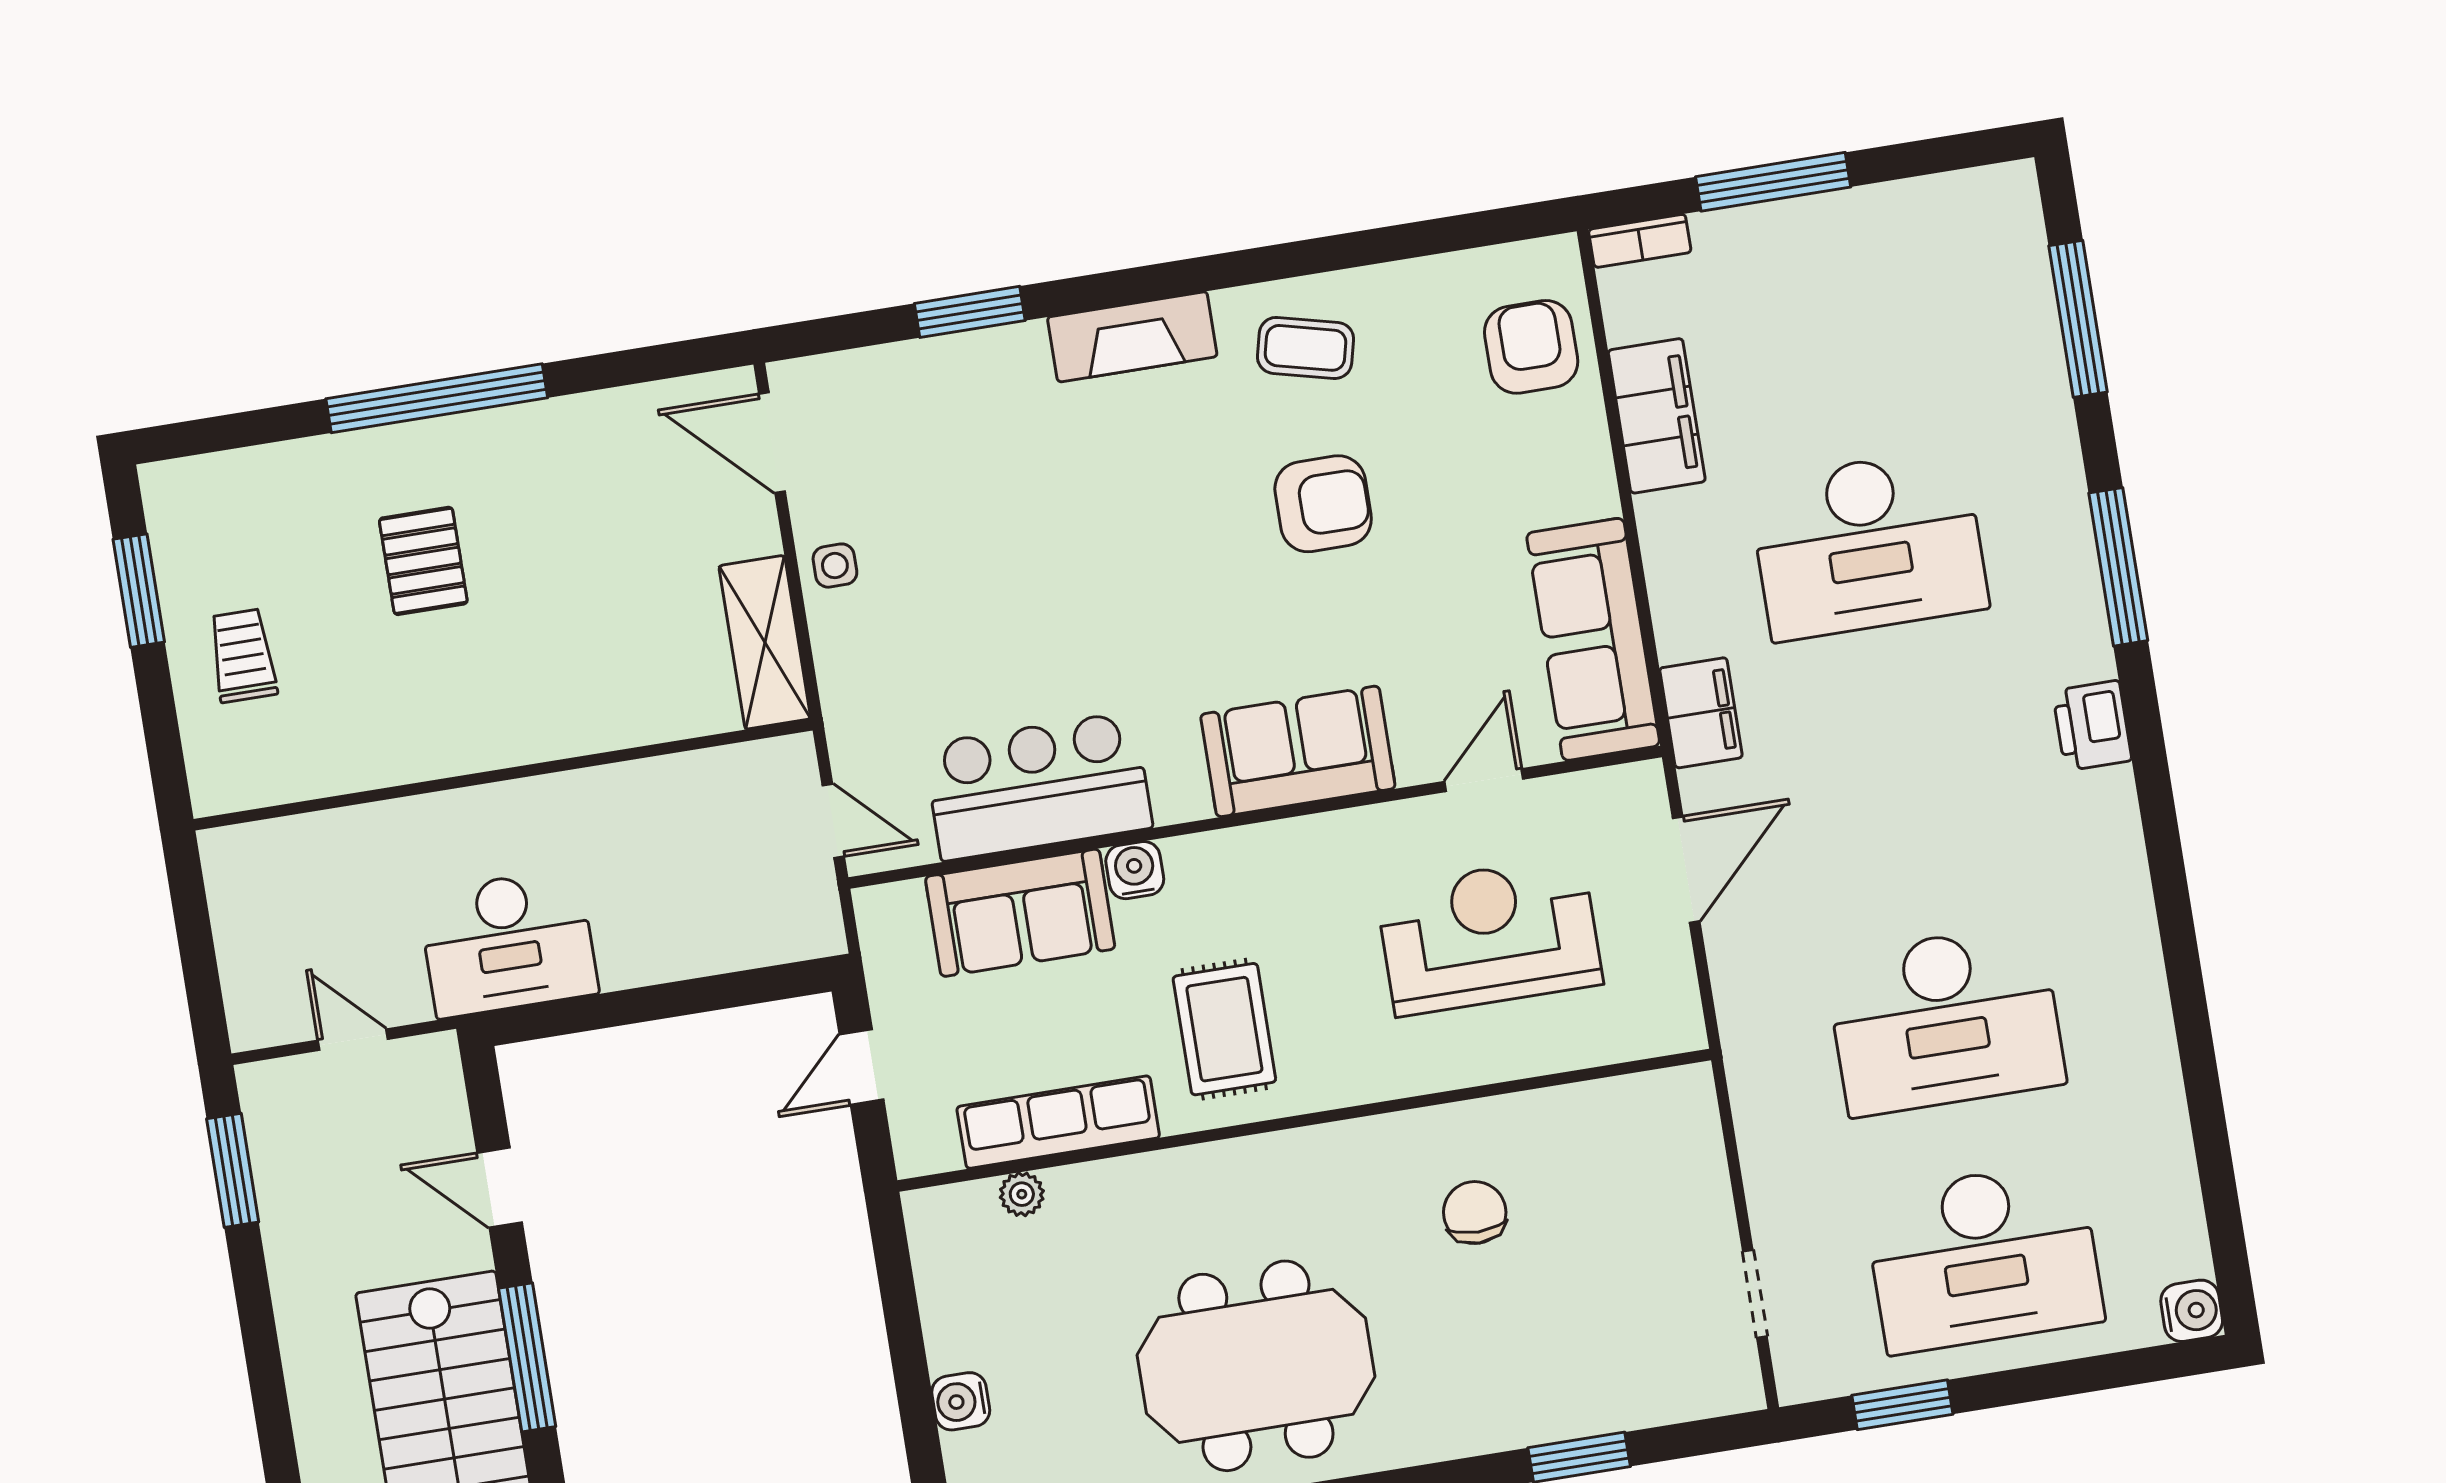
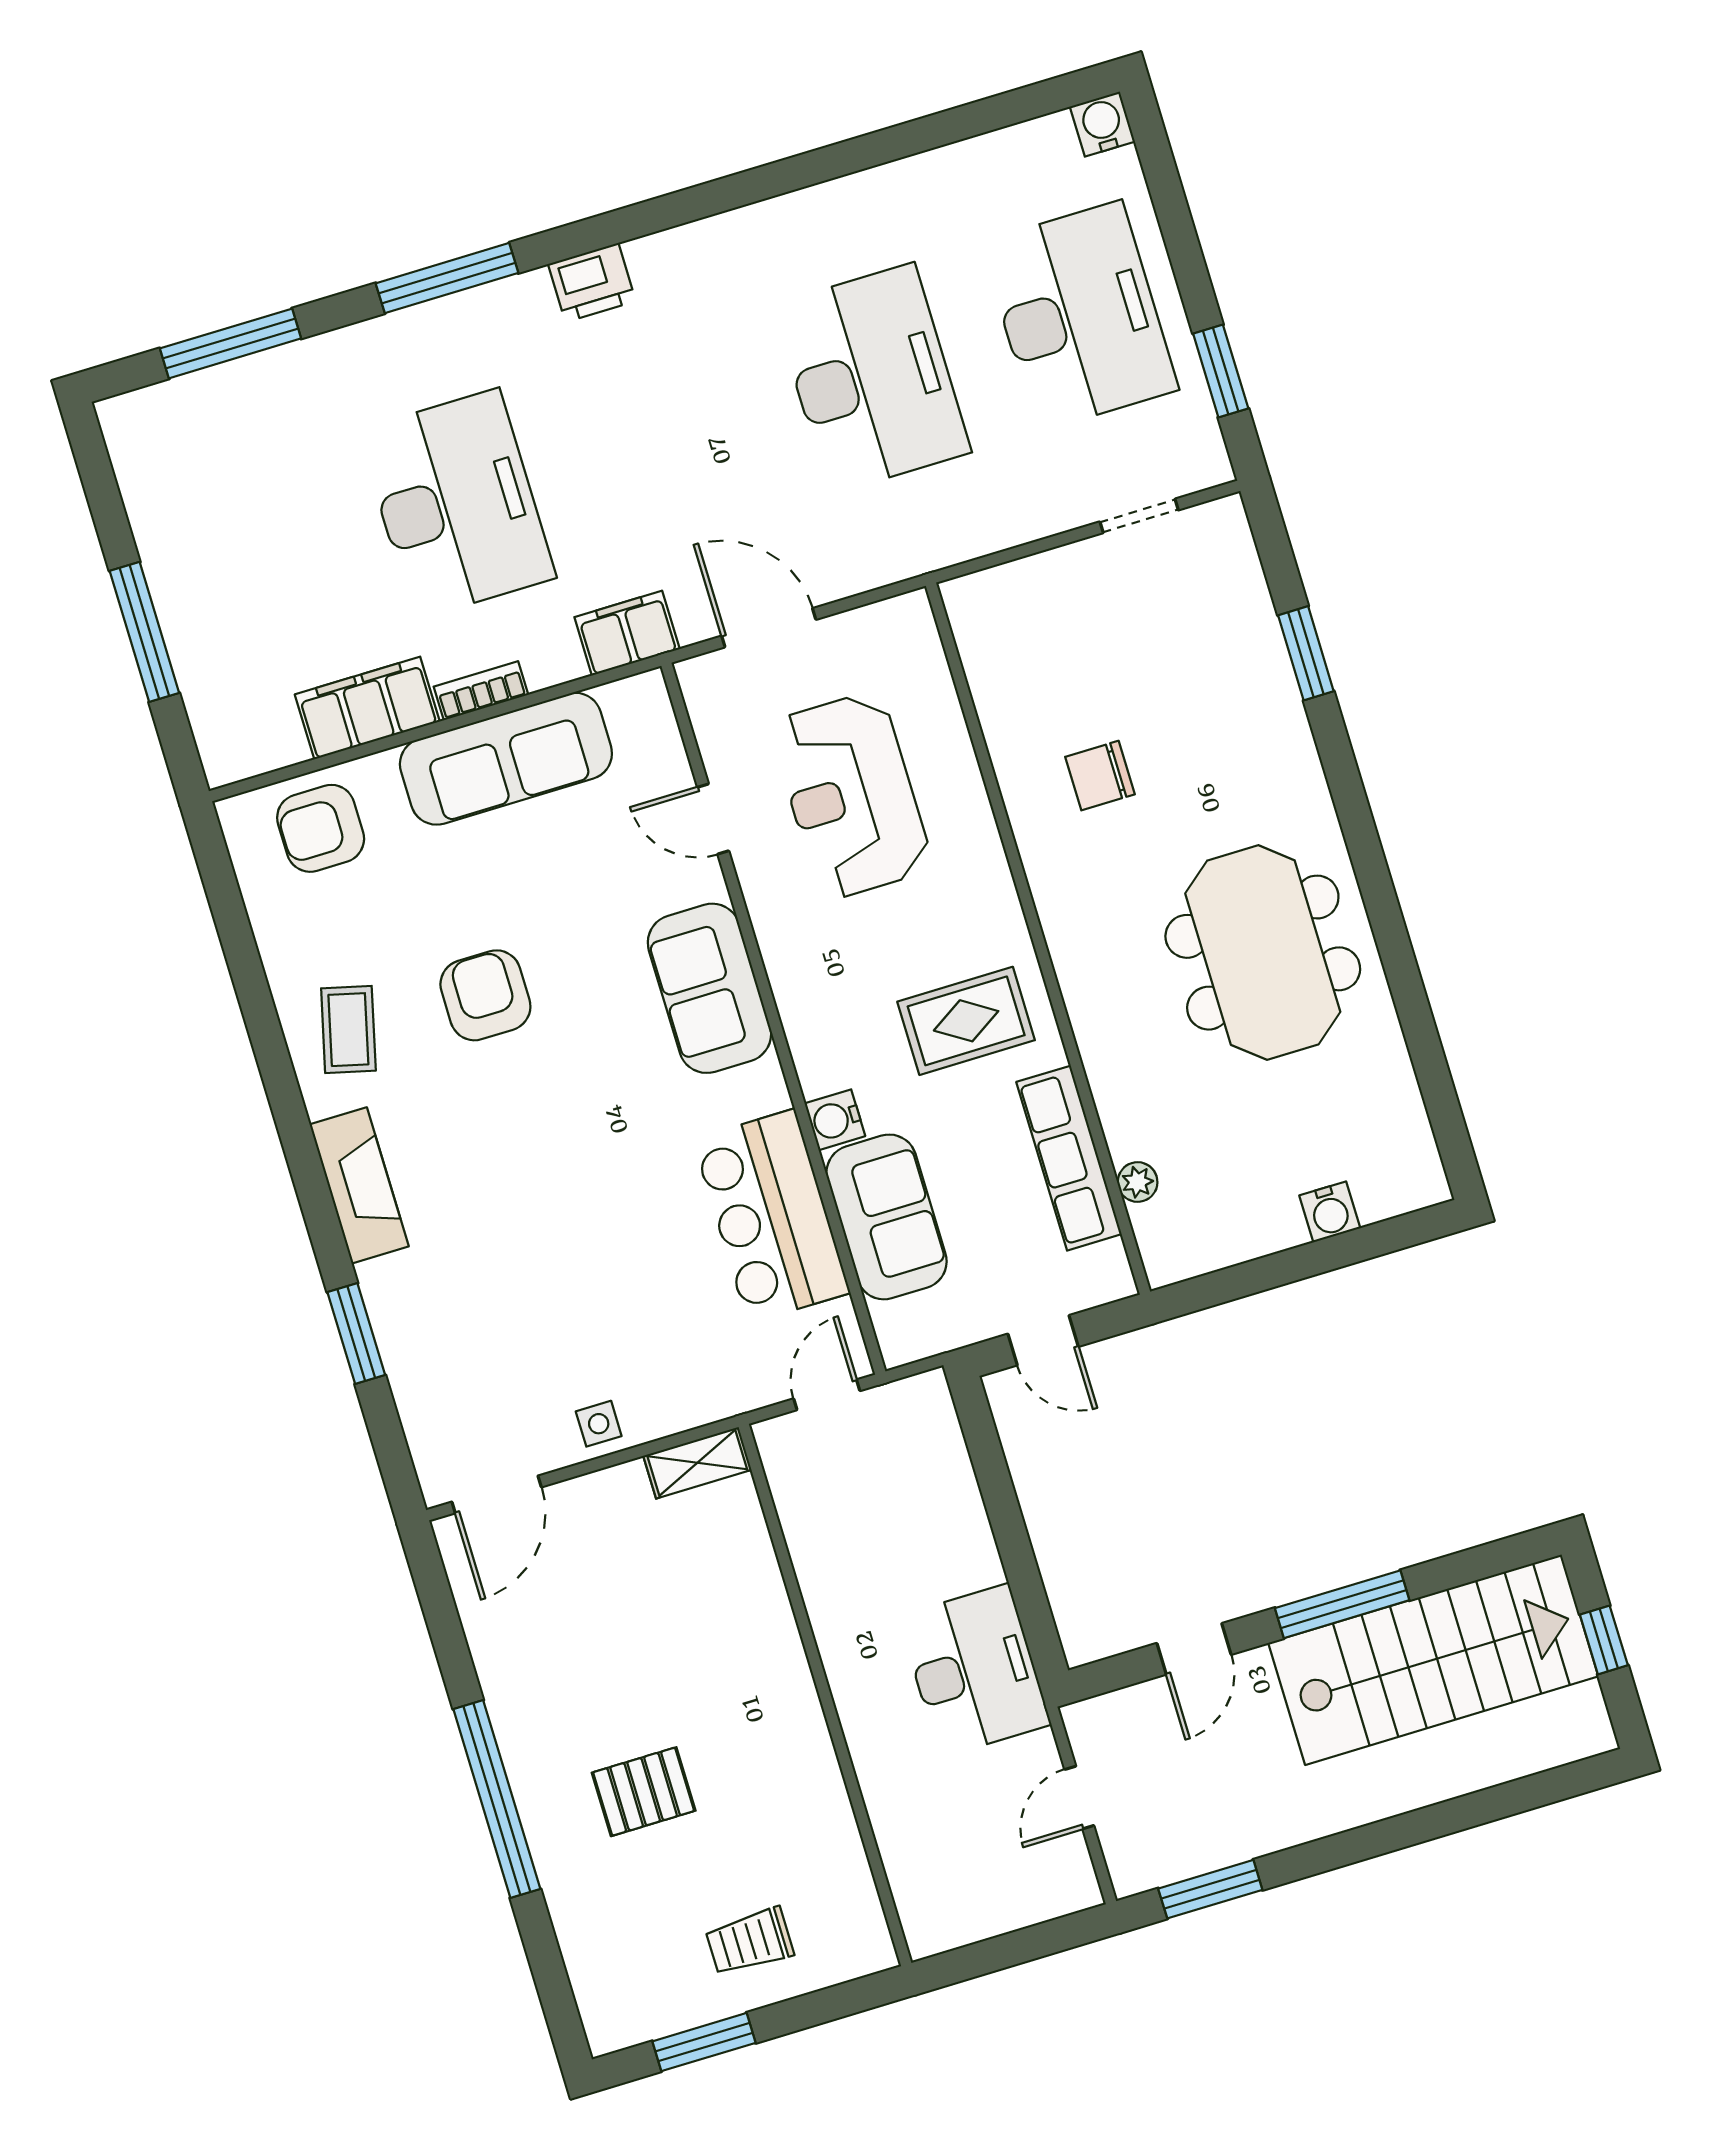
bookcase: (1640, 241) -> (481, 691), moved, turned -90
sofa: (1593, 639) -> (506, 759), moved
shelving: (765, 642) -> (697, 1463), width x0.67, depth x0.75

